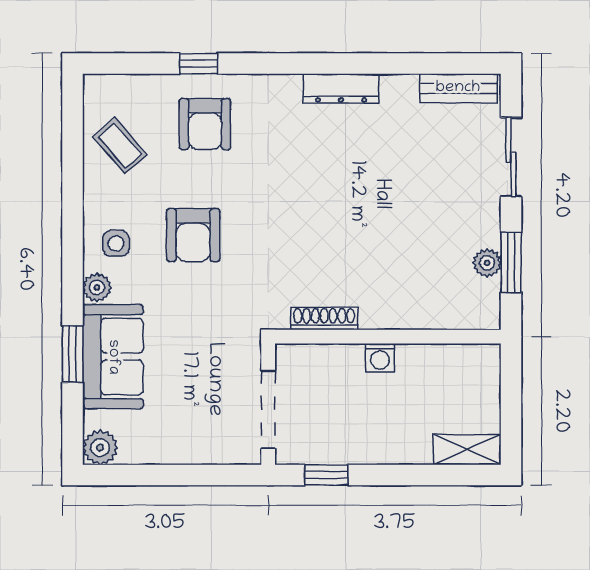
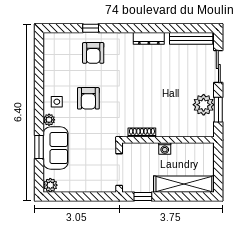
bench: (458, 88) -> (191, 38), width x1.36
coffee table: (120, 146) -> (58, 62), removed
plant: (487, 263) -> (204, 105), width x1.88, depth x1.88
shelving: (467, 450) -> (184, 184), width x2.20, depth x1.33

